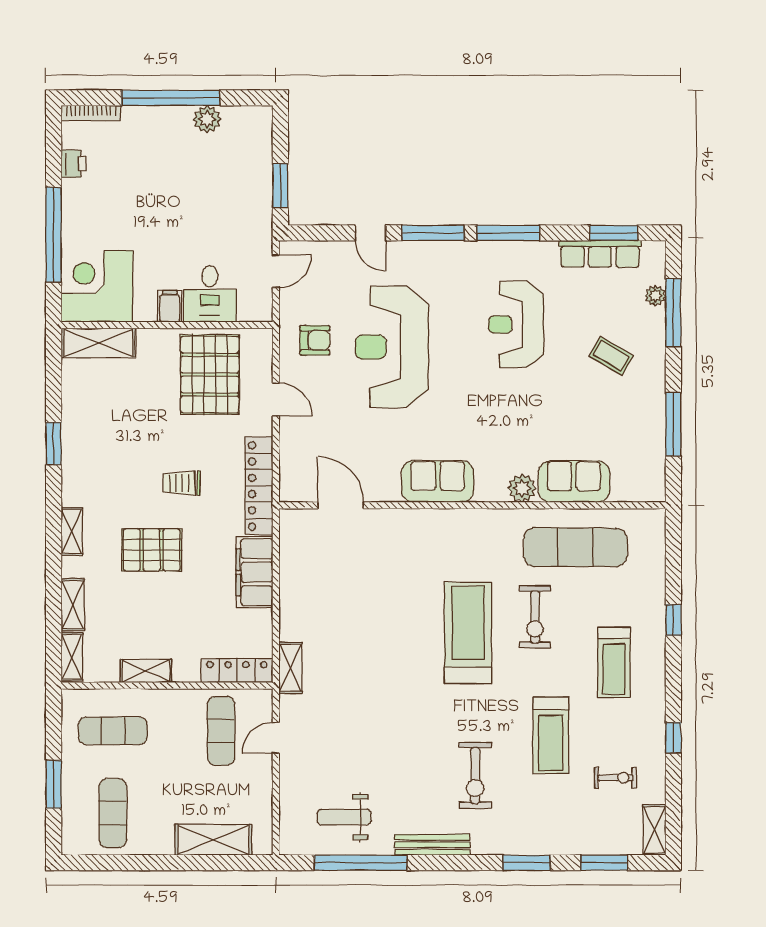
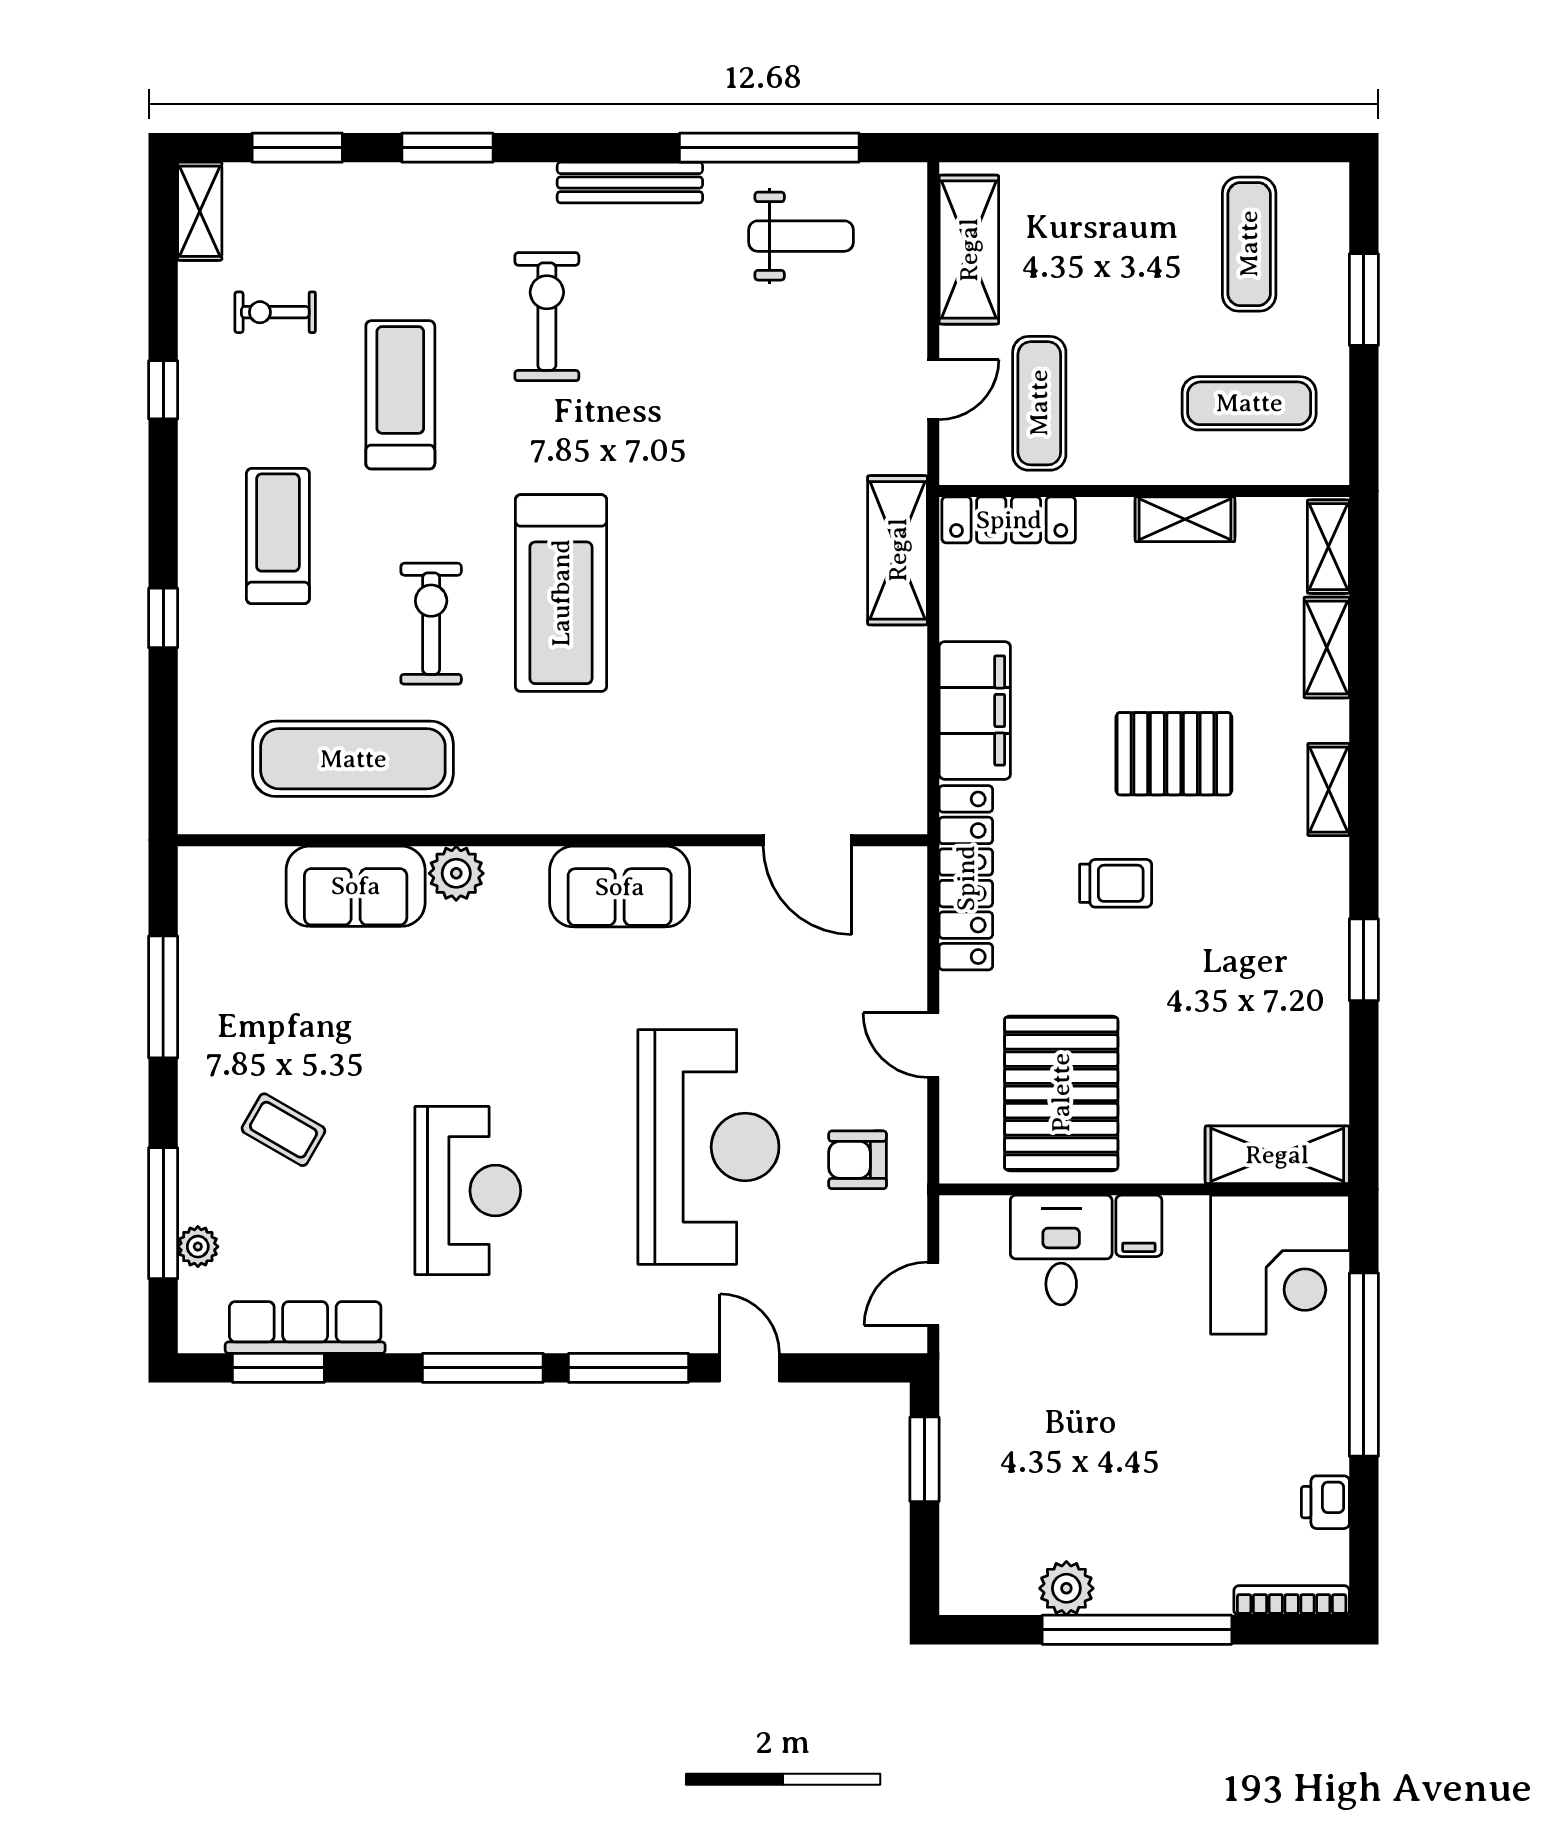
shelving: (290, 668) -> (898, 550), width x1.50, depth x1.33
shelving: (213, 840) -> (969, 250), moved, turned 90

